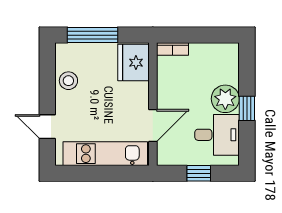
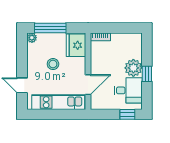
plant: (63, 51) -> (32, 38), added
stool: (68, 81) -> (53, 64), moved
window: (199, 173) -> (127, 114), moved

